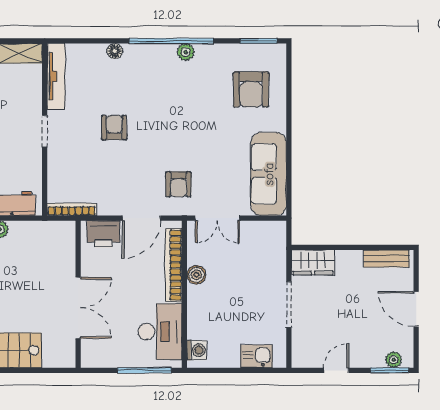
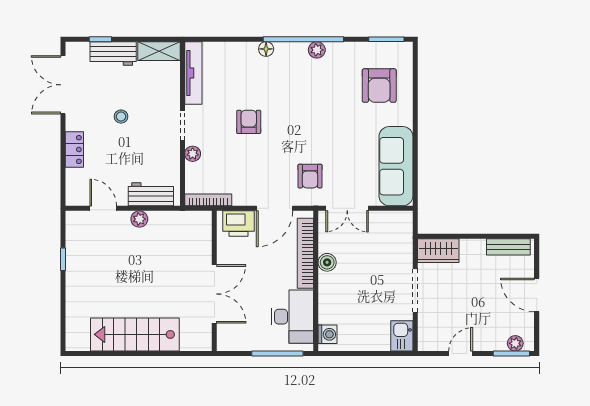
floor lamp: (115, 51) -> (266, 49), moved
plant: (55, 161) -> (193, 154), added
kitchen sink: (256, 356) -> (402, 336), moved, turned -90

